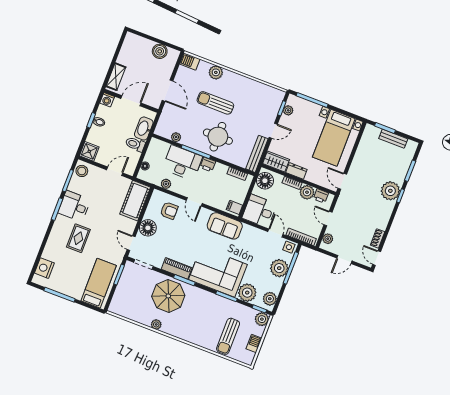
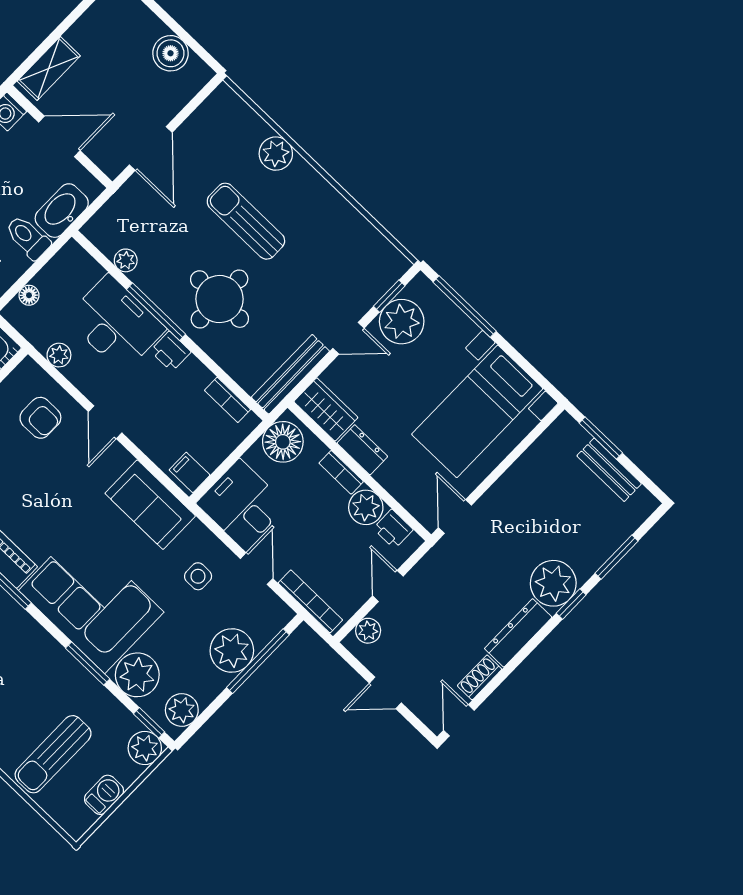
barbecue: (190, 62) -> (228, 105), removed
plant: (288, 110) -> (402, 322), width x1.87, depth x1.87
dresser: (385, 215) -> (518, 633), added
side table: (289, 247) -> (198, 576), moved

